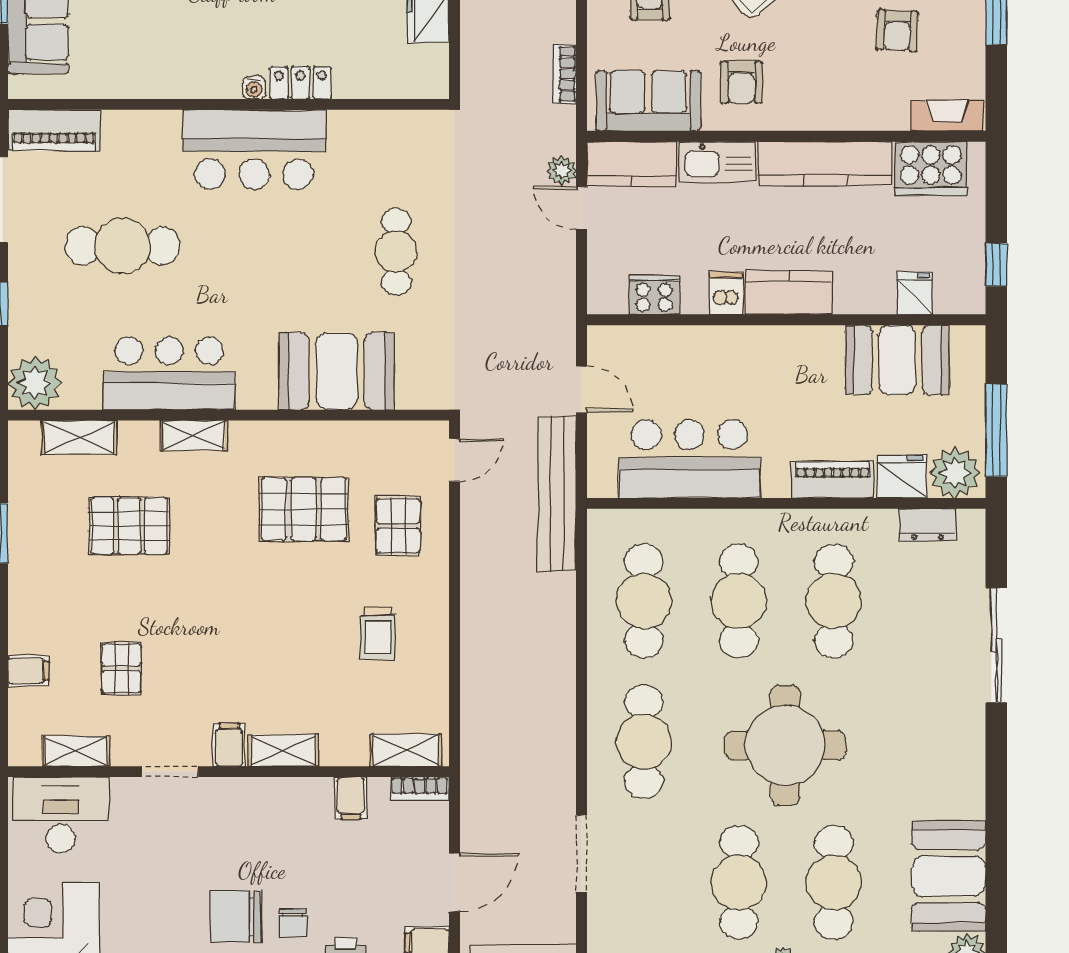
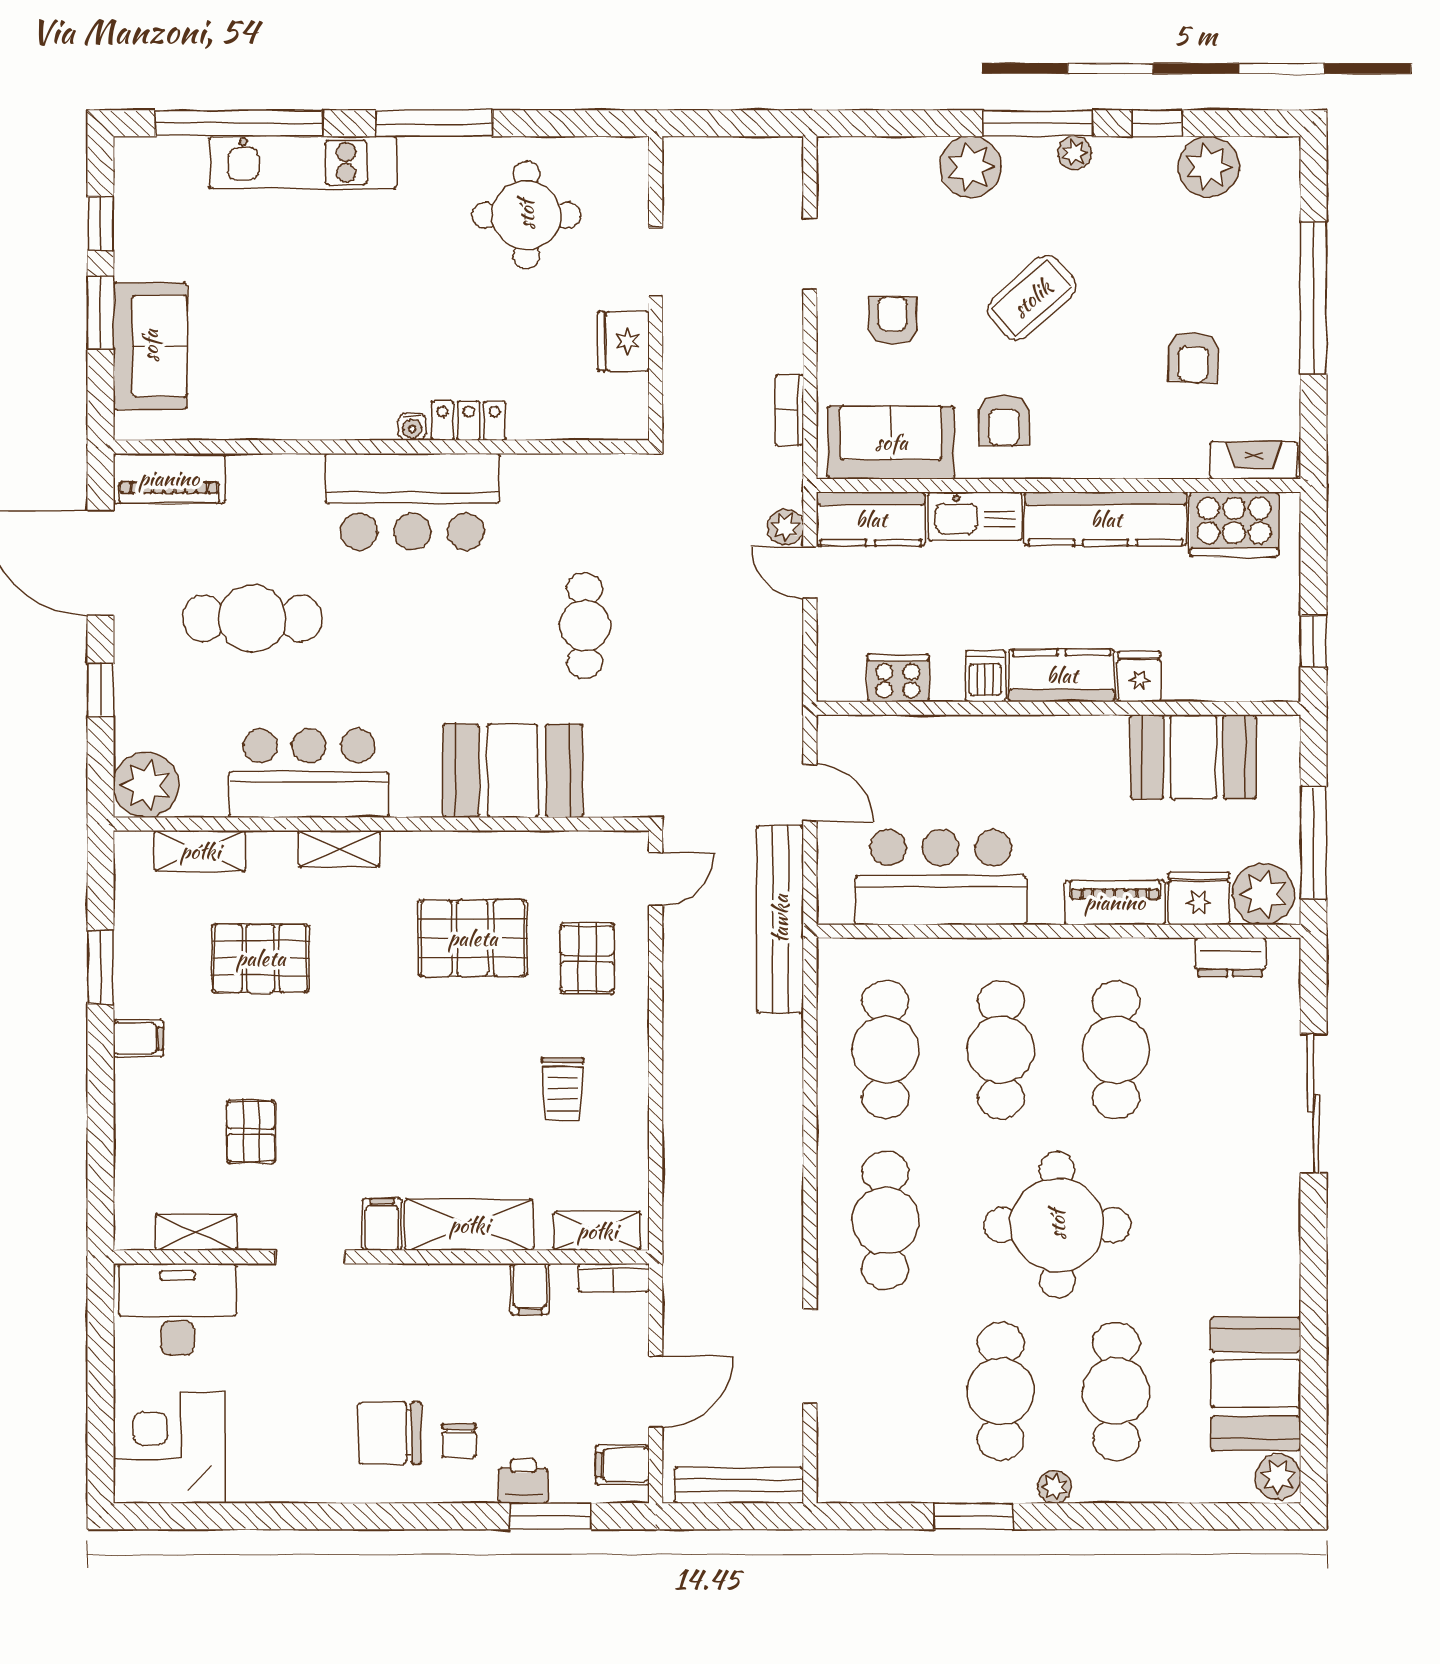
fridge: (915, 293) -> (1139, 676), moved
filing cabinet: (28, 671) -> (138, 1038), moved
shelving: (283, 750) -> (469, 1225), width x1.50, depth x1.33

